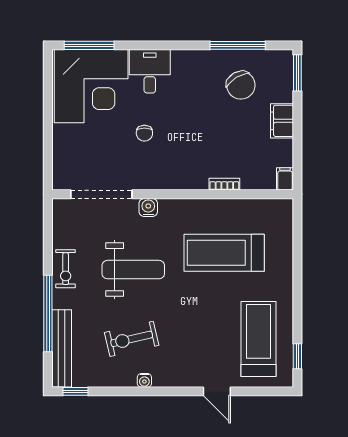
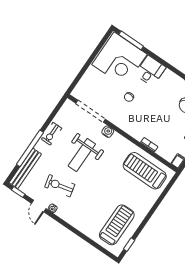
treadmill: (224, 253) -> (145, 171), moved
weight bench: (133, 270) -> (82, 155), turned 90
door: (217, 391) -> (39, 206), moved

